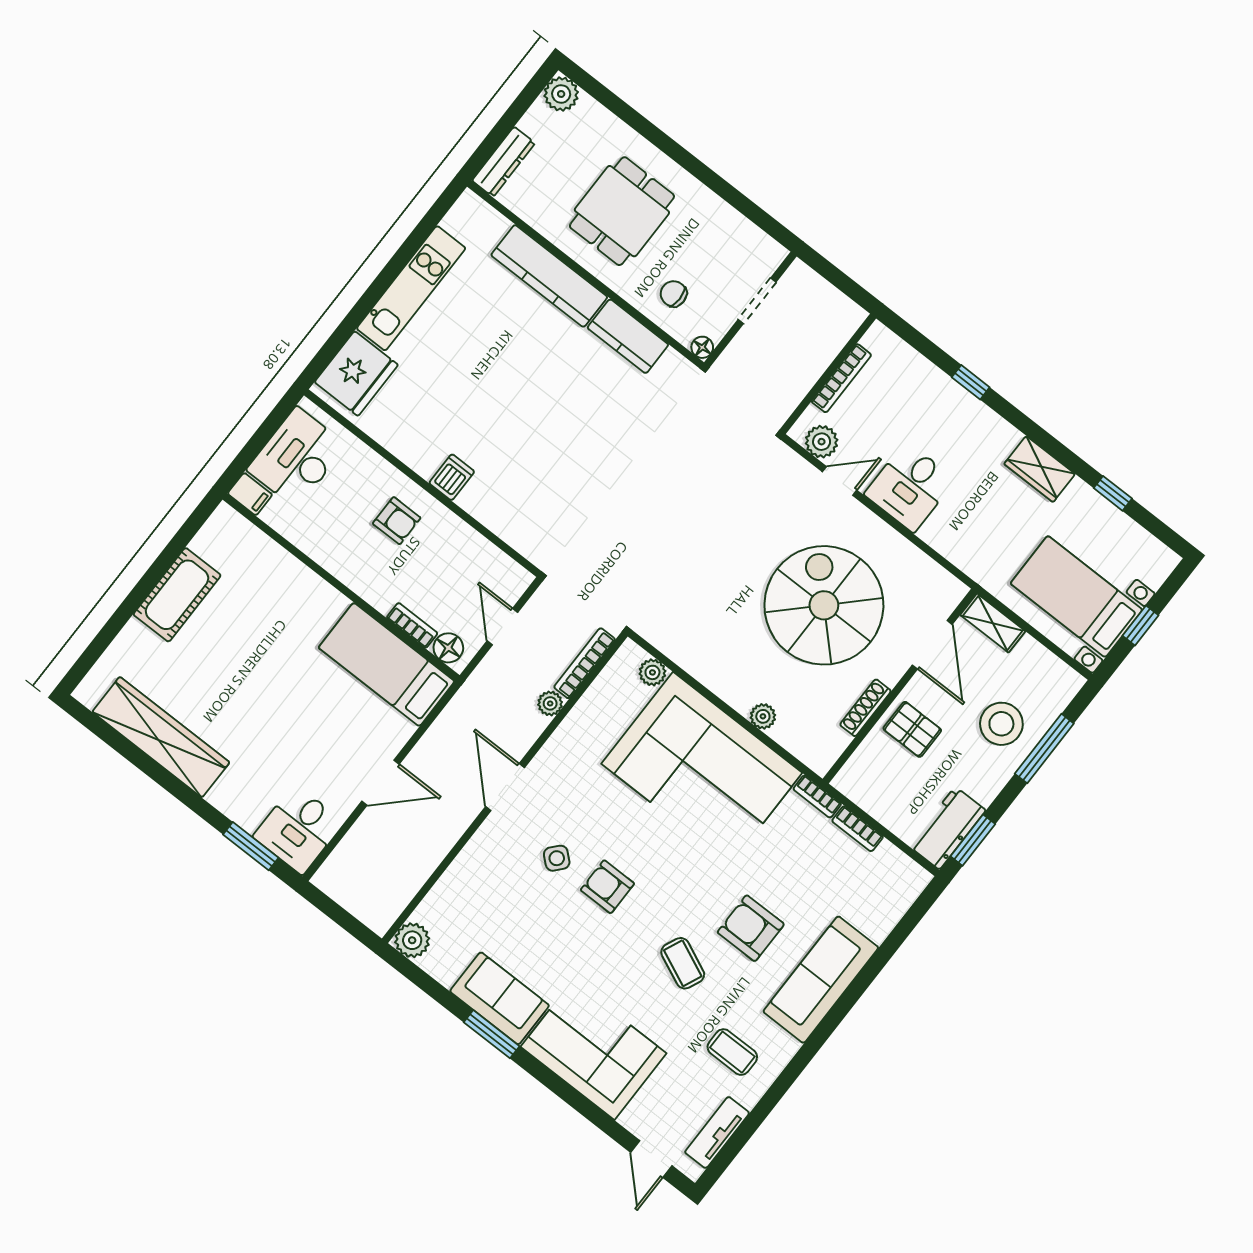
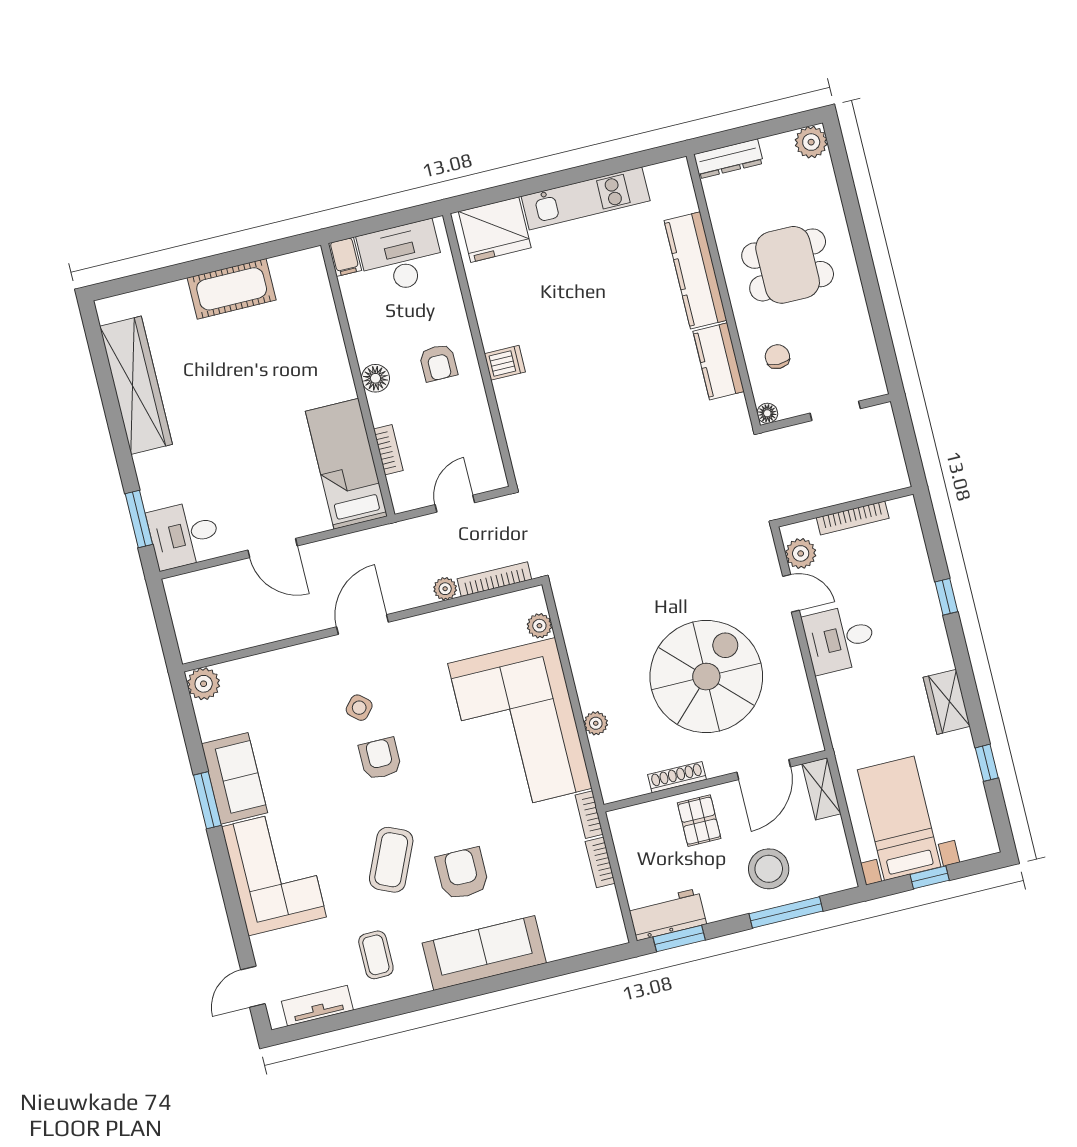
floor lamp: (448, 648) -> (375, 378), moved
coffee table: (683, 963) -> (391, 860), width x1.36, depth x1.30

